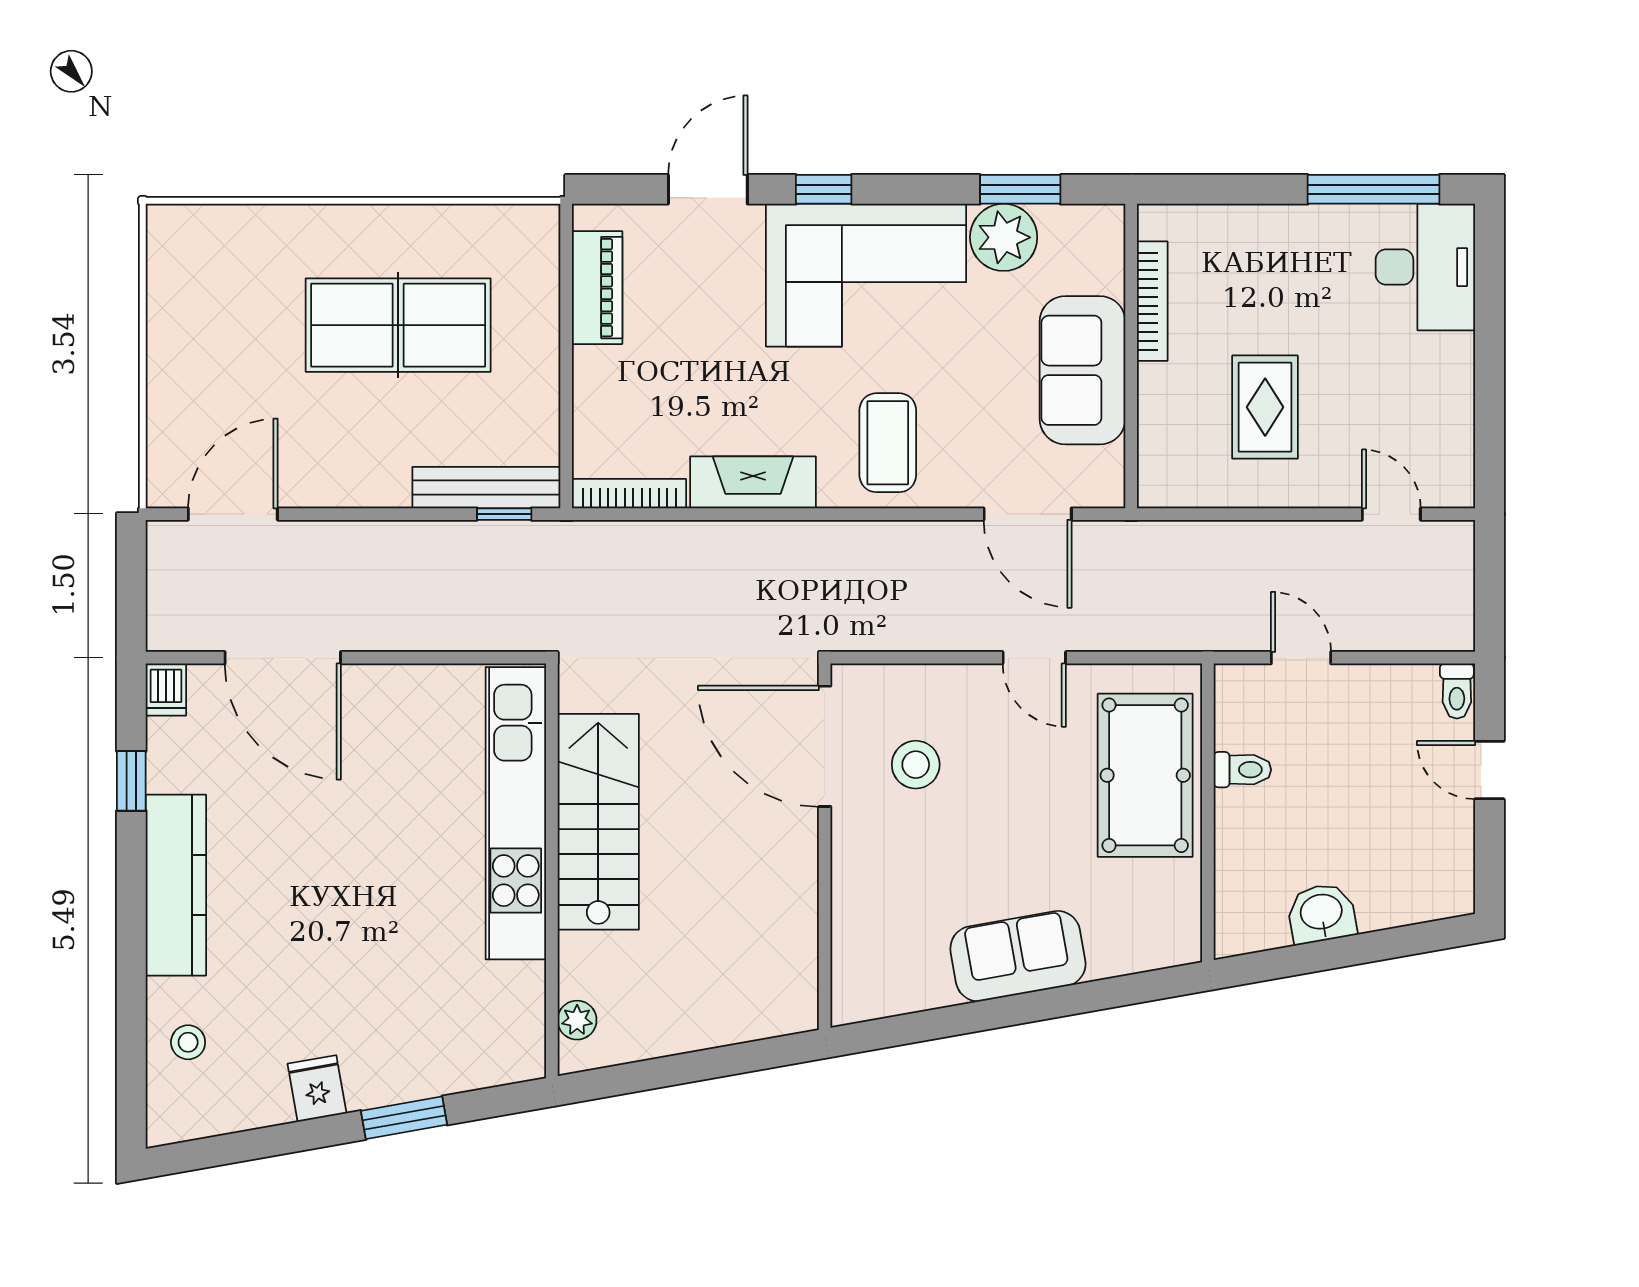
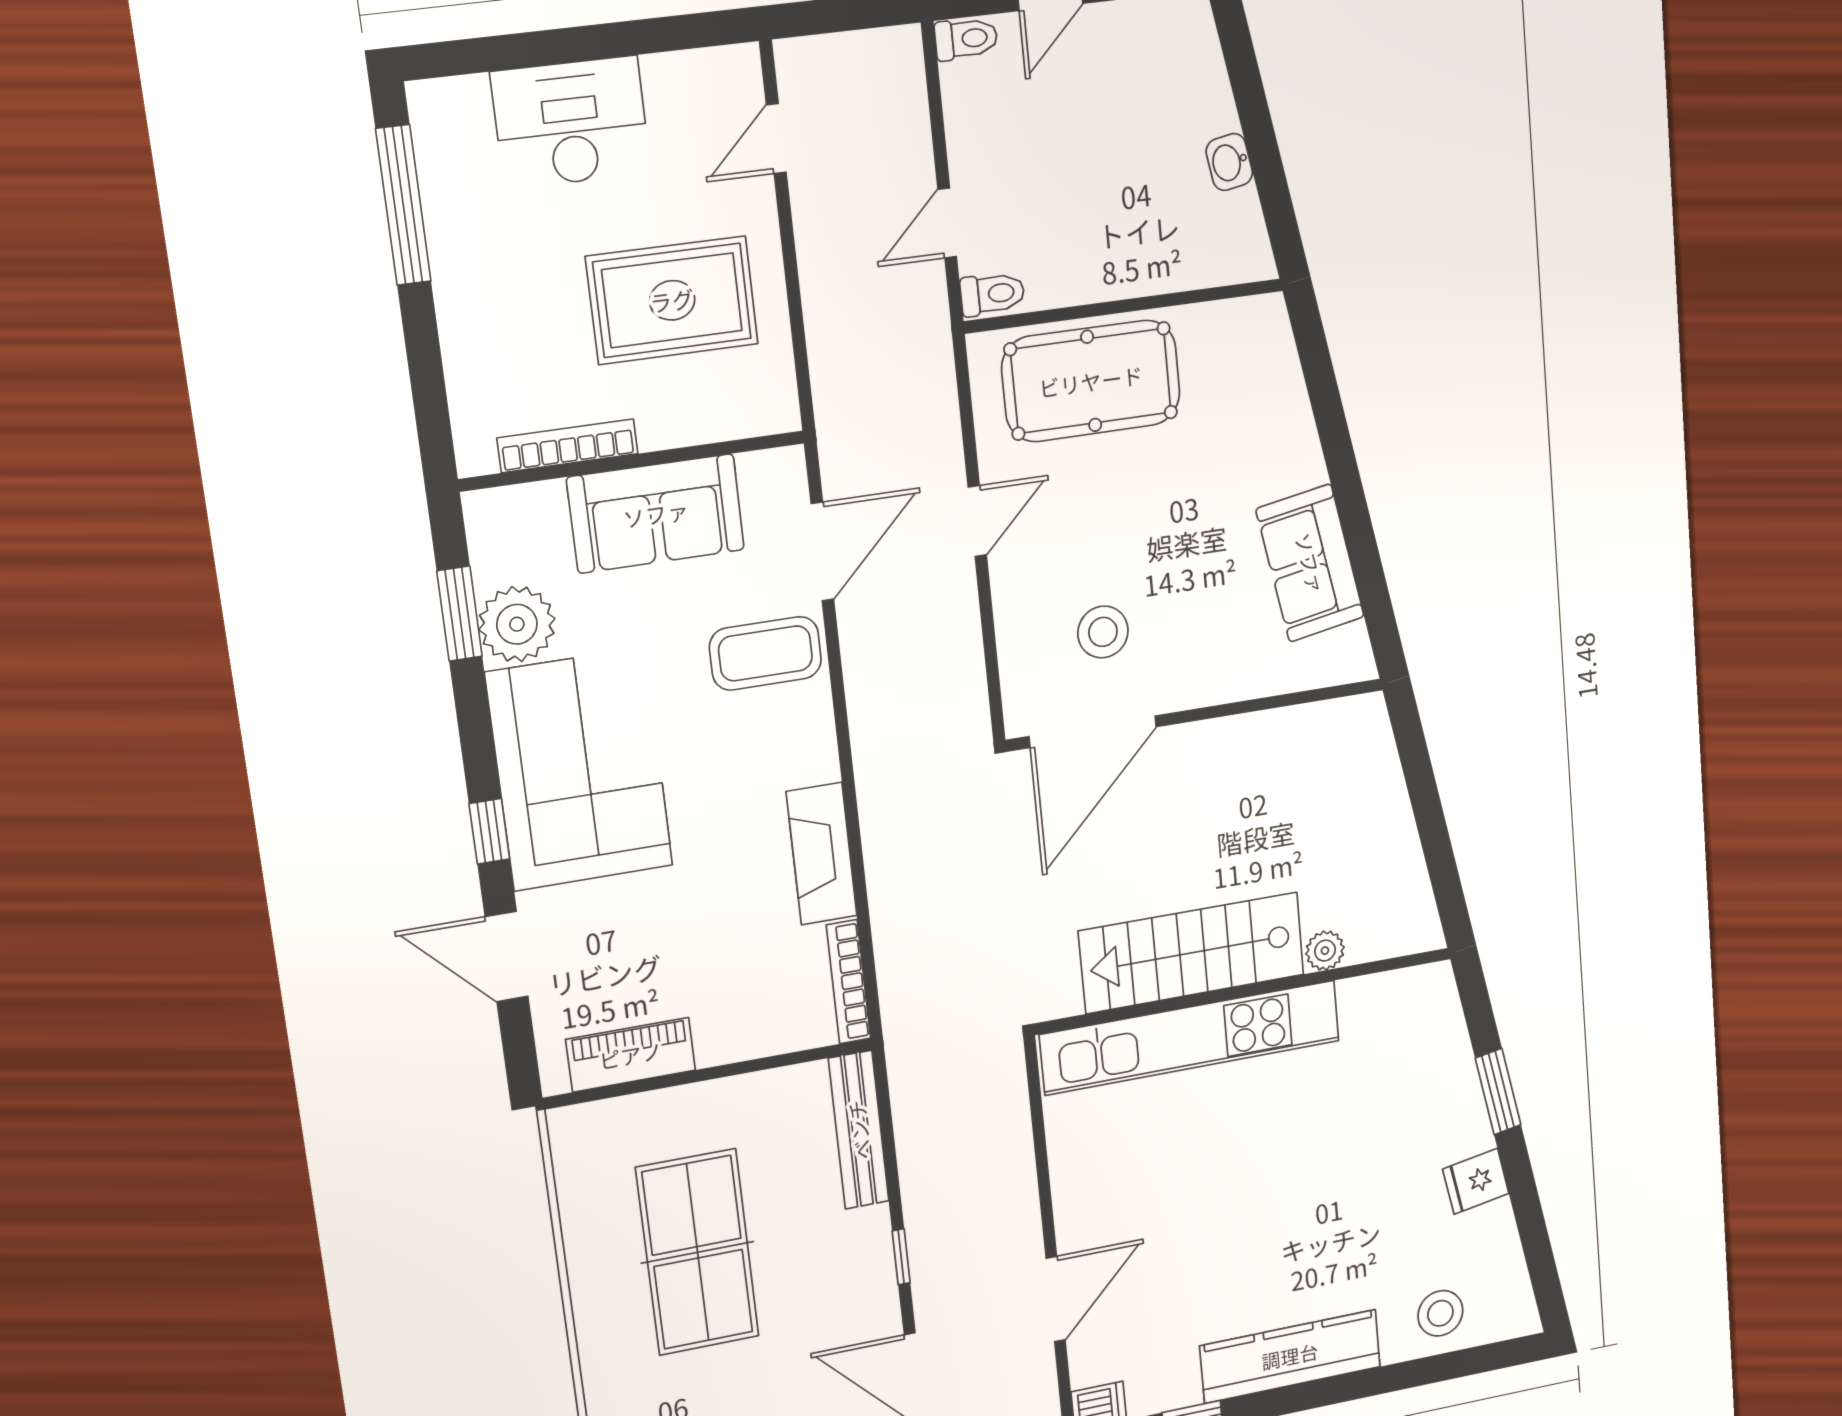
desk: (1425, 267) -> (571, 123), moved
rug: (1265, 407) -> (672, 300), width x1.36, depth x1.43
coffee table: (888, 443) -> (765, 653), moved
window: (504, 514) -> (901, 1257), moved
door: (283, 658) -> (1056, 1299), width x0.73
toilet: (1242, 770) -> (992, 294), moved, turned 90
washbasin: (1321, 913) -> (1229, 162), width x0.72, depth x0.69
sofa: (1018, 956) -> (1310, 563), moved
plant: (577, 1020) -> (1325, 951), moved
stool: (188, 1042) -> (1440, 1313), width x1.37, depth x1.37

